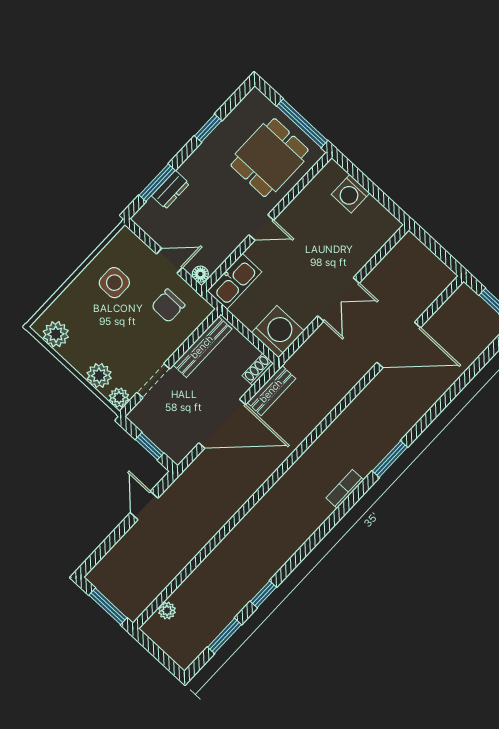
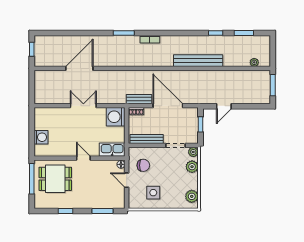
dresser: (170, 190) -> (100, 204), removed
door: (399, 345) -> (79, 68), hinge flipped
bench: (247, 531) -> (198, 61), added

